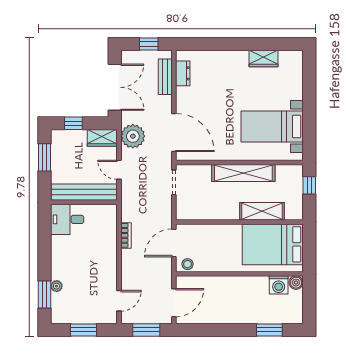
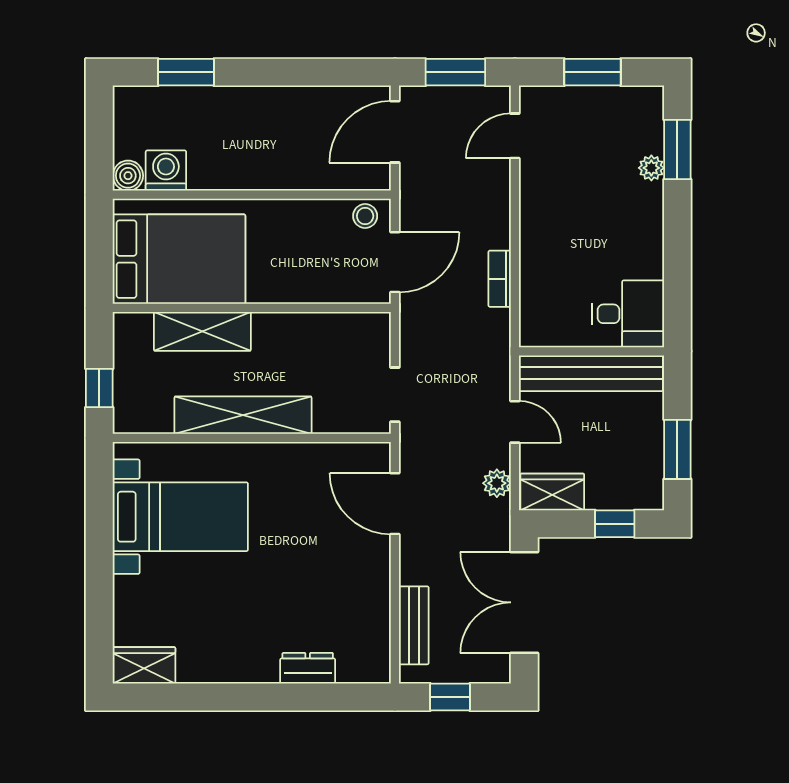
wardrobe: (264, 58) -> (144, 665), moved
dresser: (183, 73) -> (308, 668), moved, turned 90
door: (174, 132) -> (395, 504), width x0.73
plant: (133, 136) -> (497, 483), width x0.53, depth x0.53

